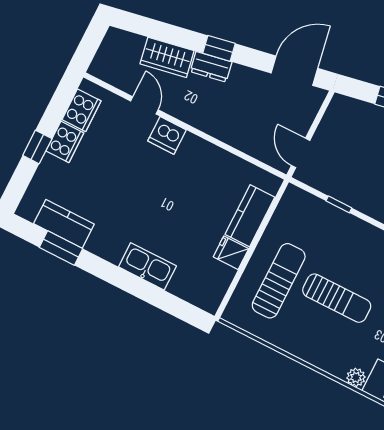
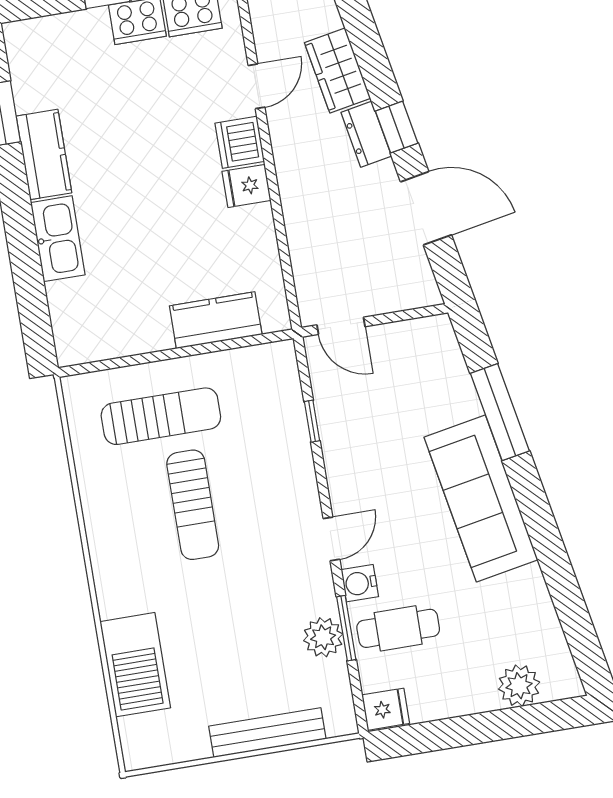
door: (294, 71) -> (426, 208), moved
door: (301, 153) -> (341, 326), swing flipped
kitchen counter: (64, 224) -> (44, 154), moved
fridge: (231, 253) -> (246, 186), moved, turned -90
plant: (356, 377) -> (111, 602), removed

